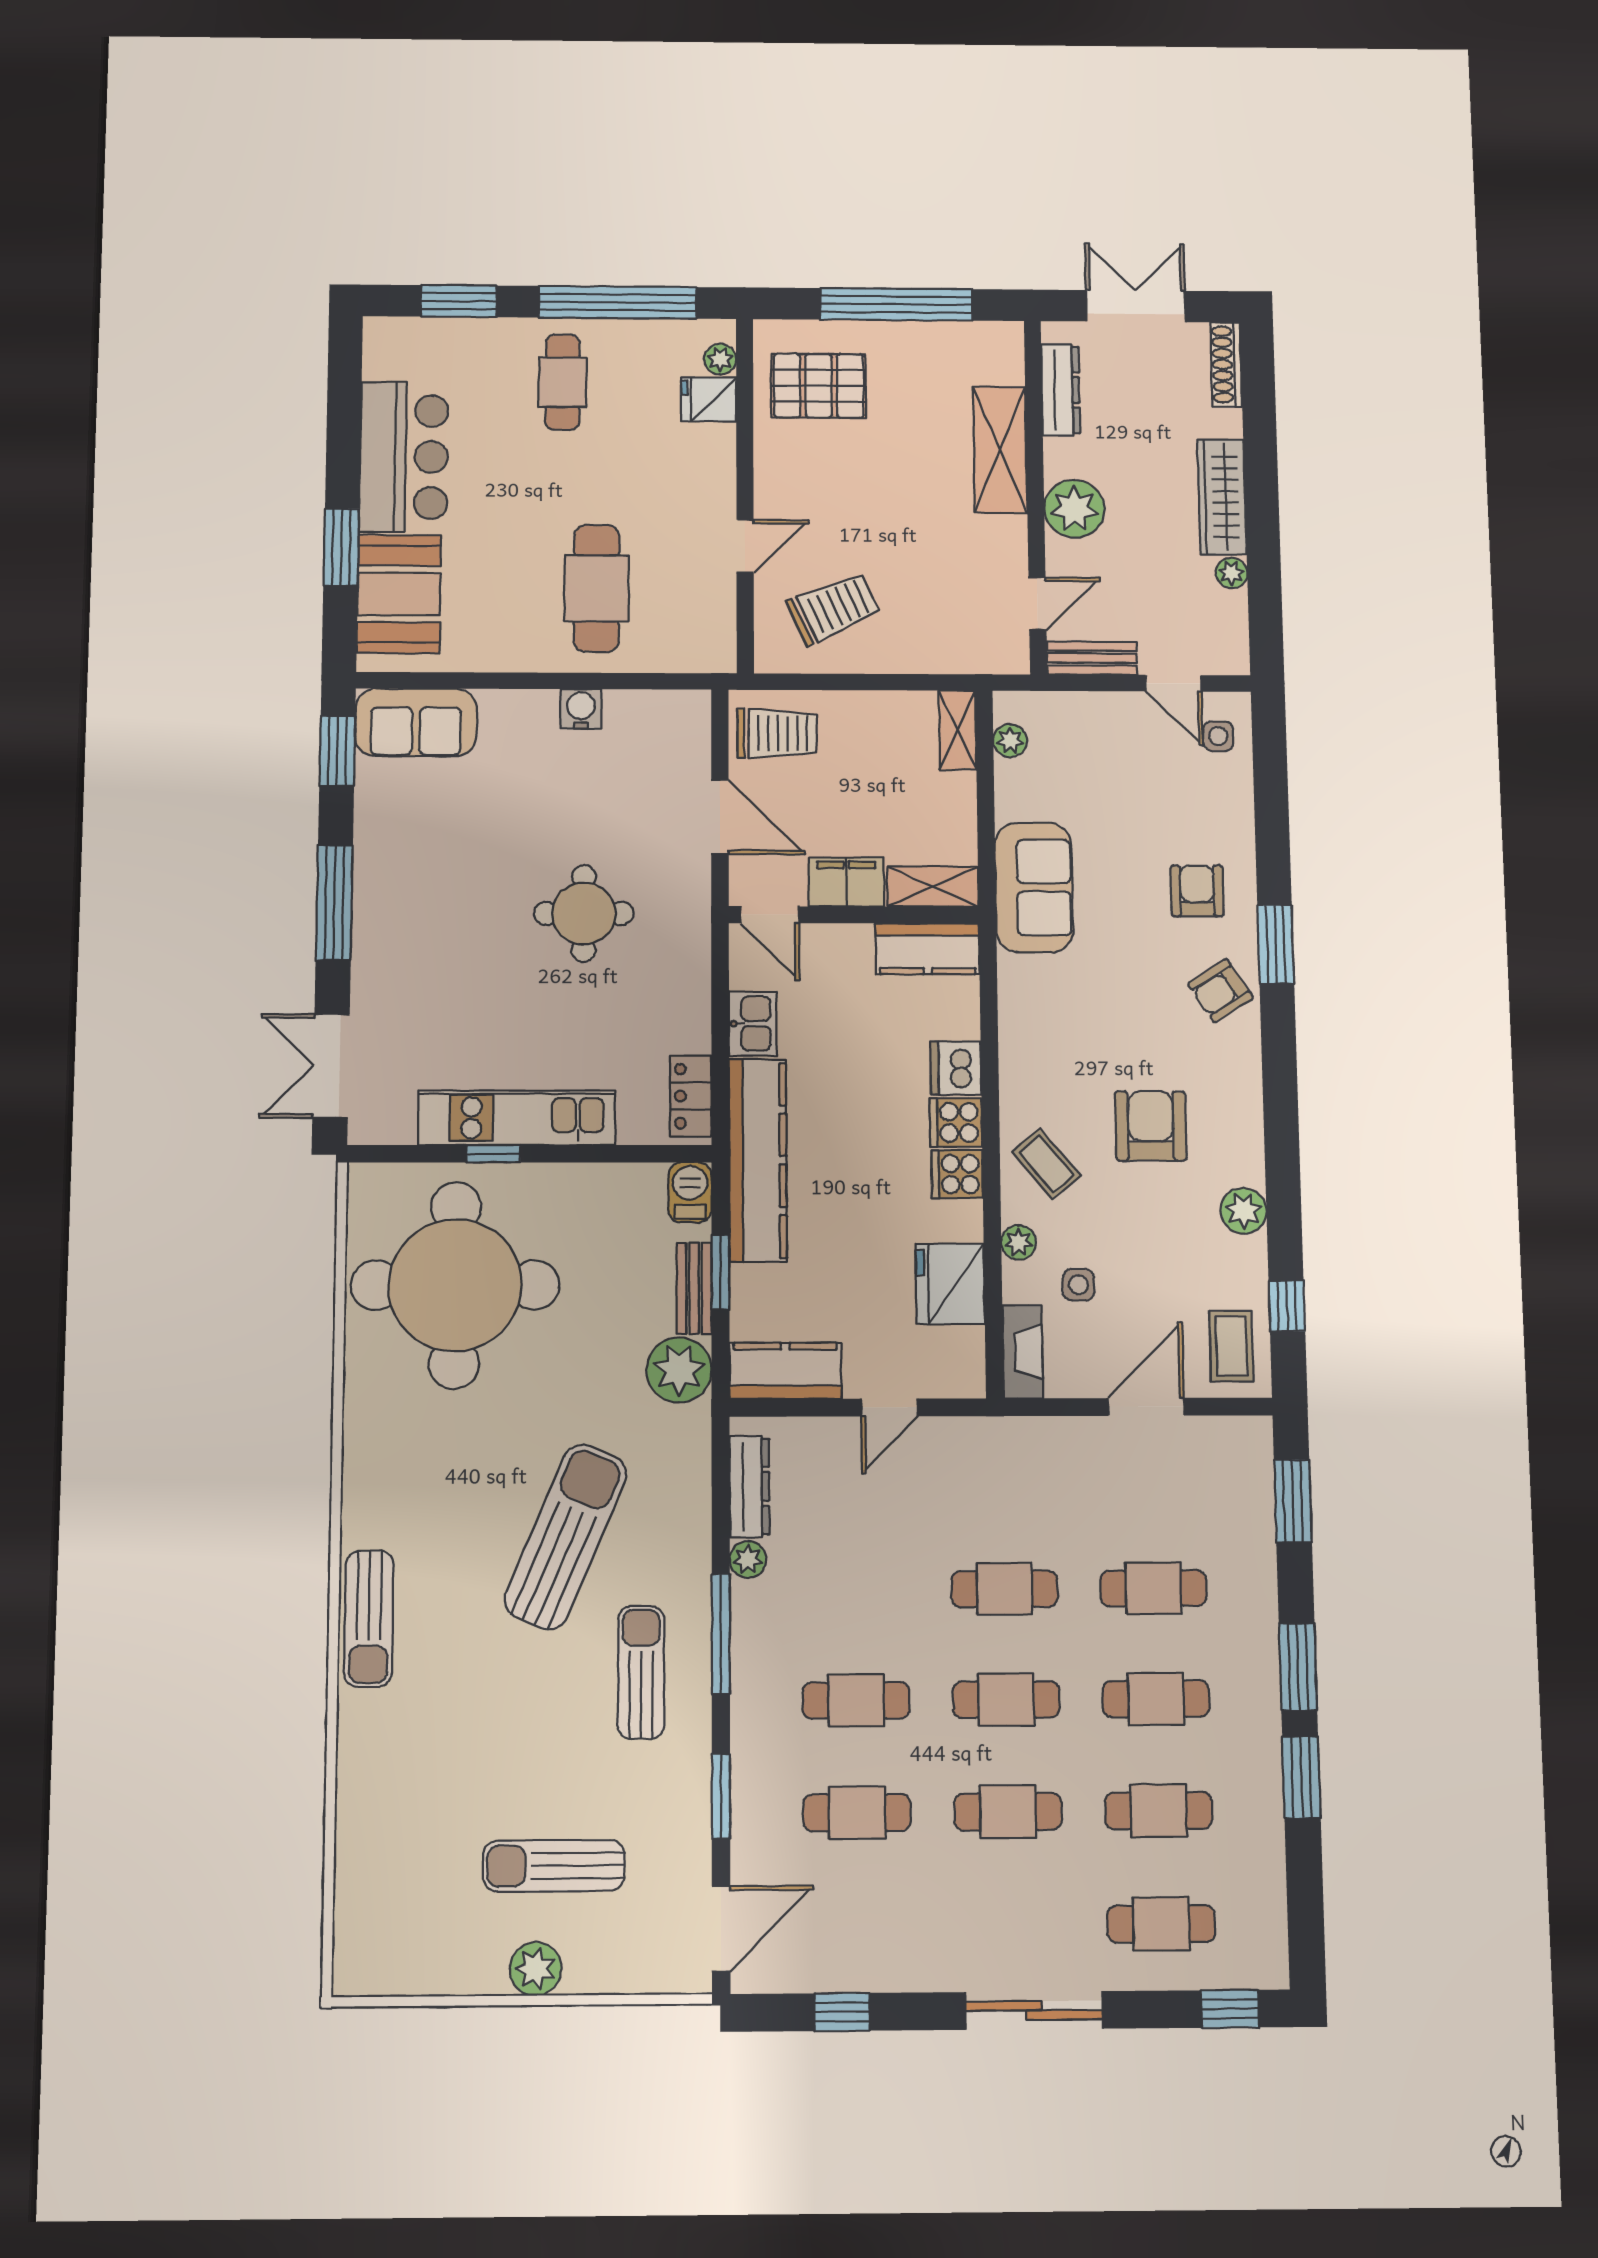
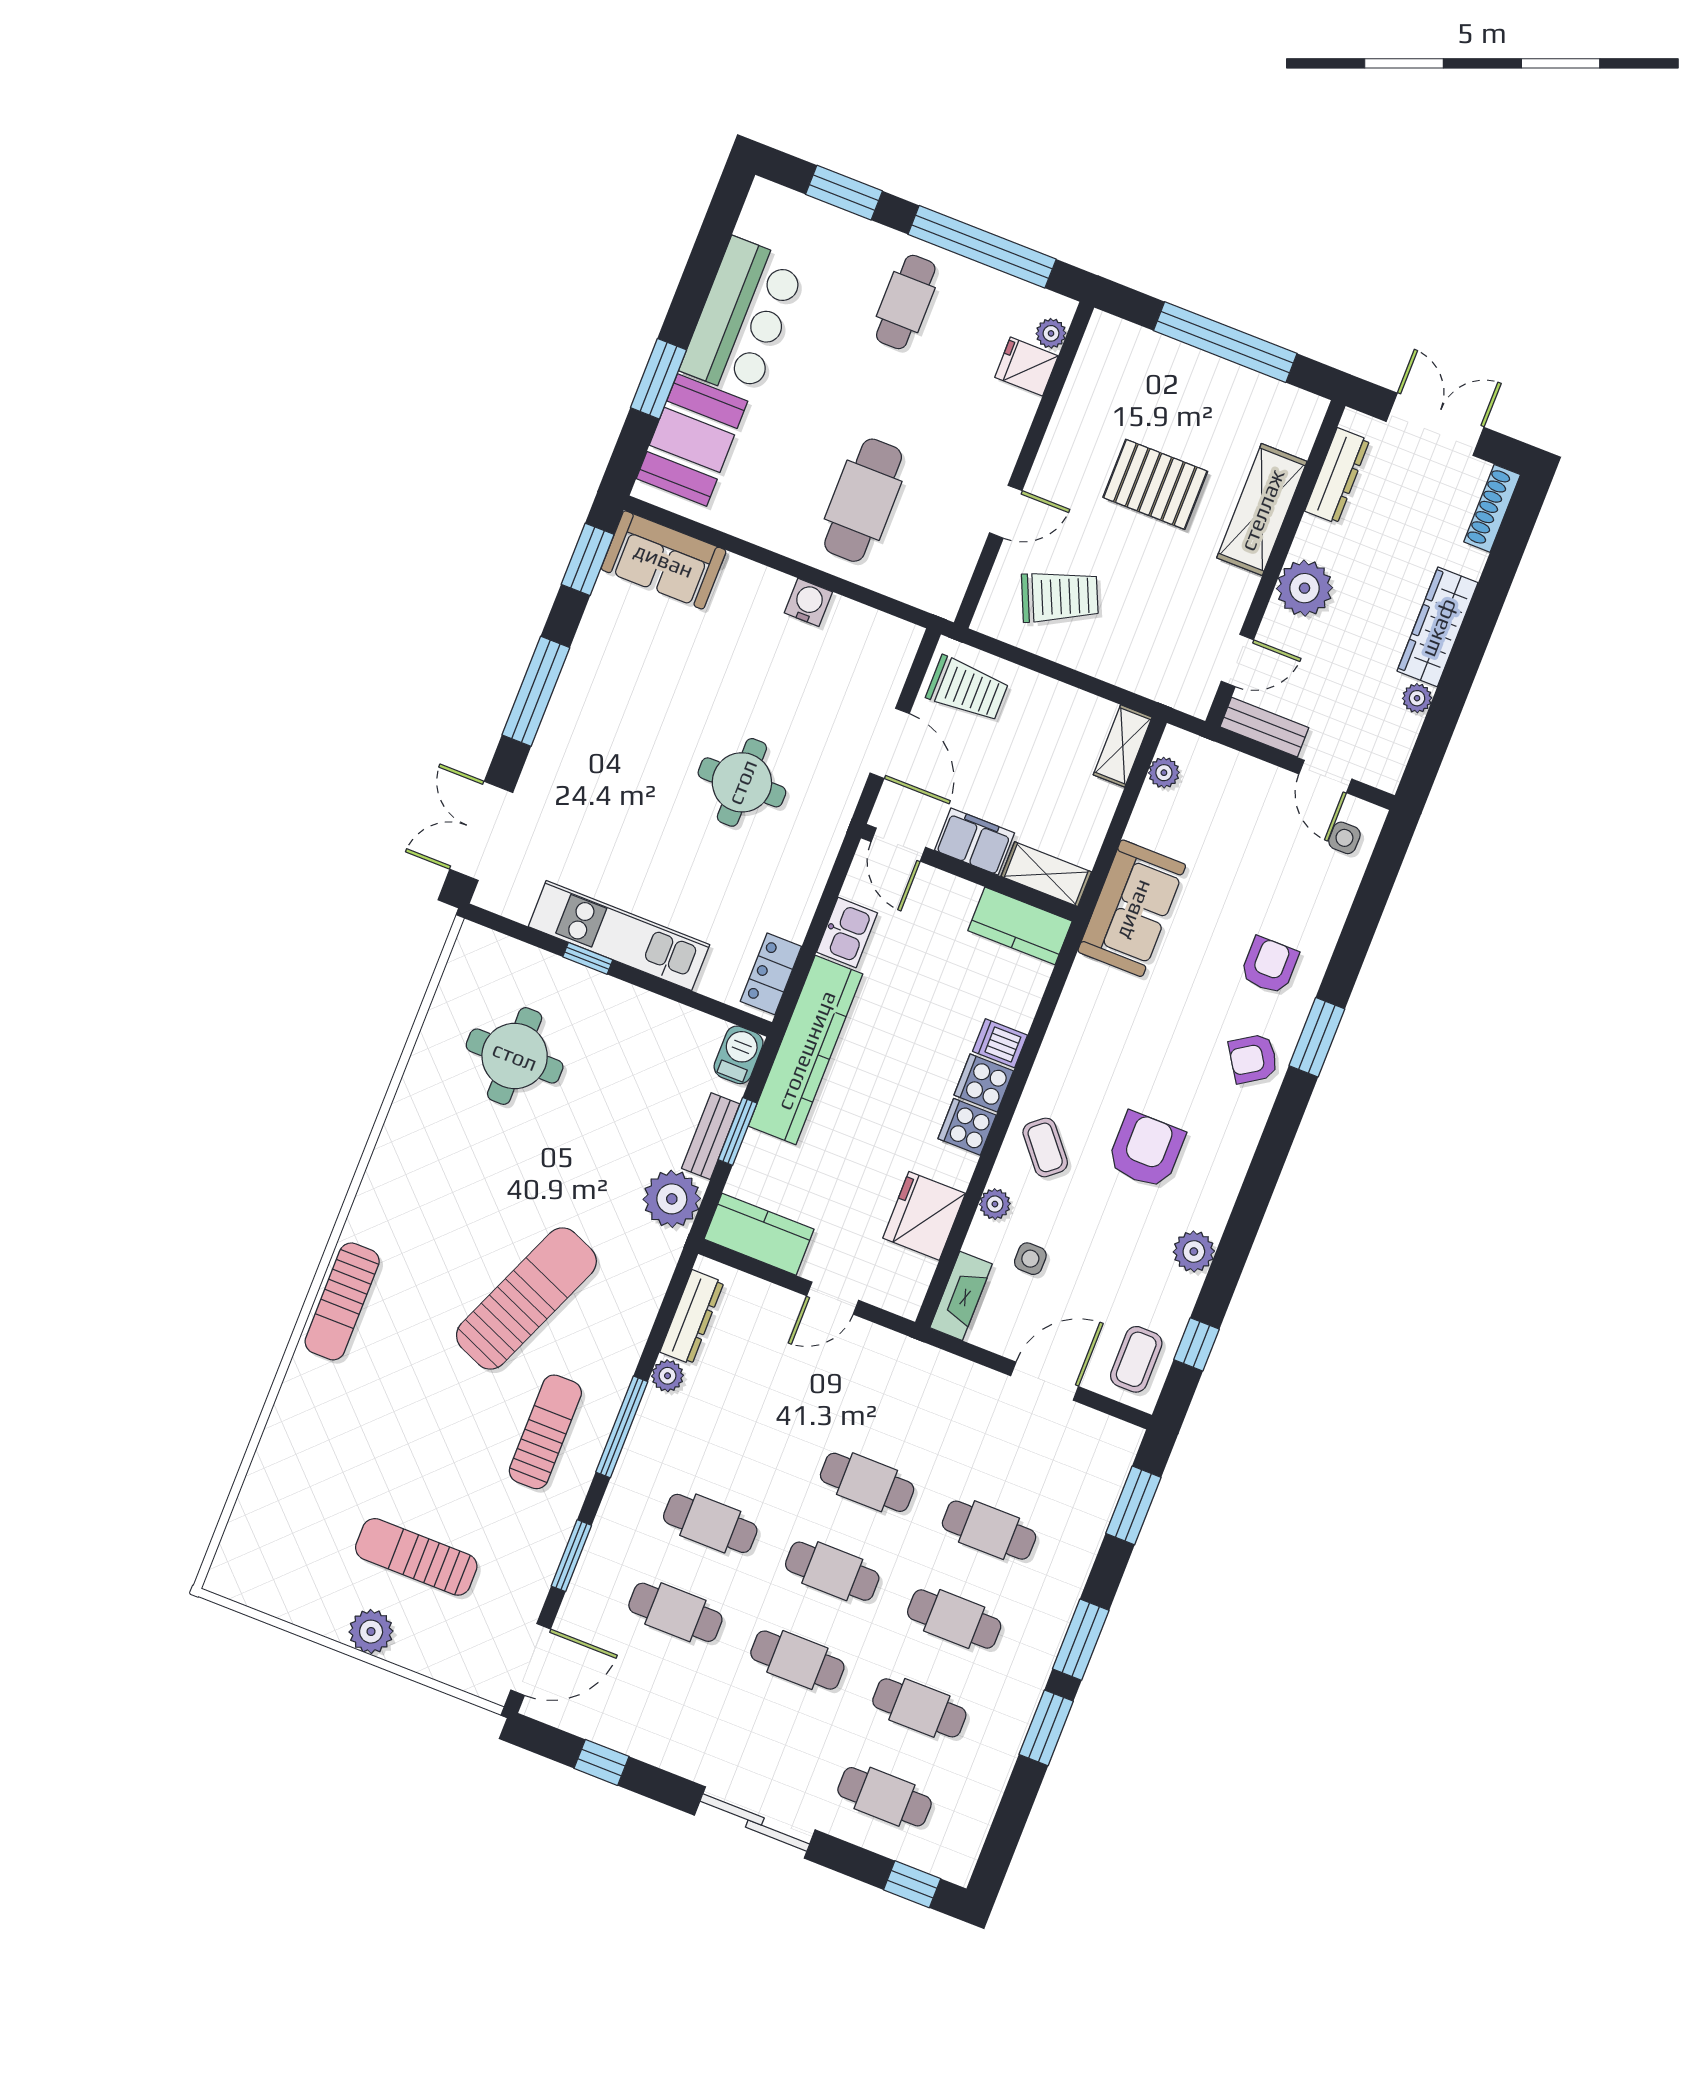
pallet: (819, 386) -> (1155, 484), moved
dishwasher: (956, 1068) -> (1000, 1043), width x0.73
round table: (455, 1285) -> (515, 1056), width x0.54, depth x0.54

